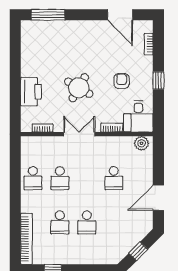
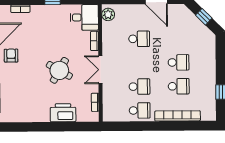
armchair: (122, 81) -> (11, 56), moved, turned 90
bookcase: (26, 239) -> (178, 116), moved

